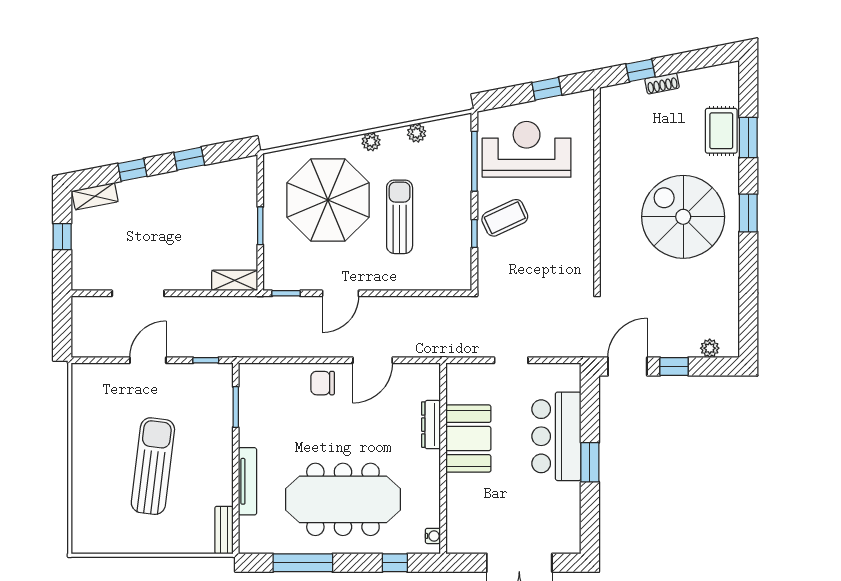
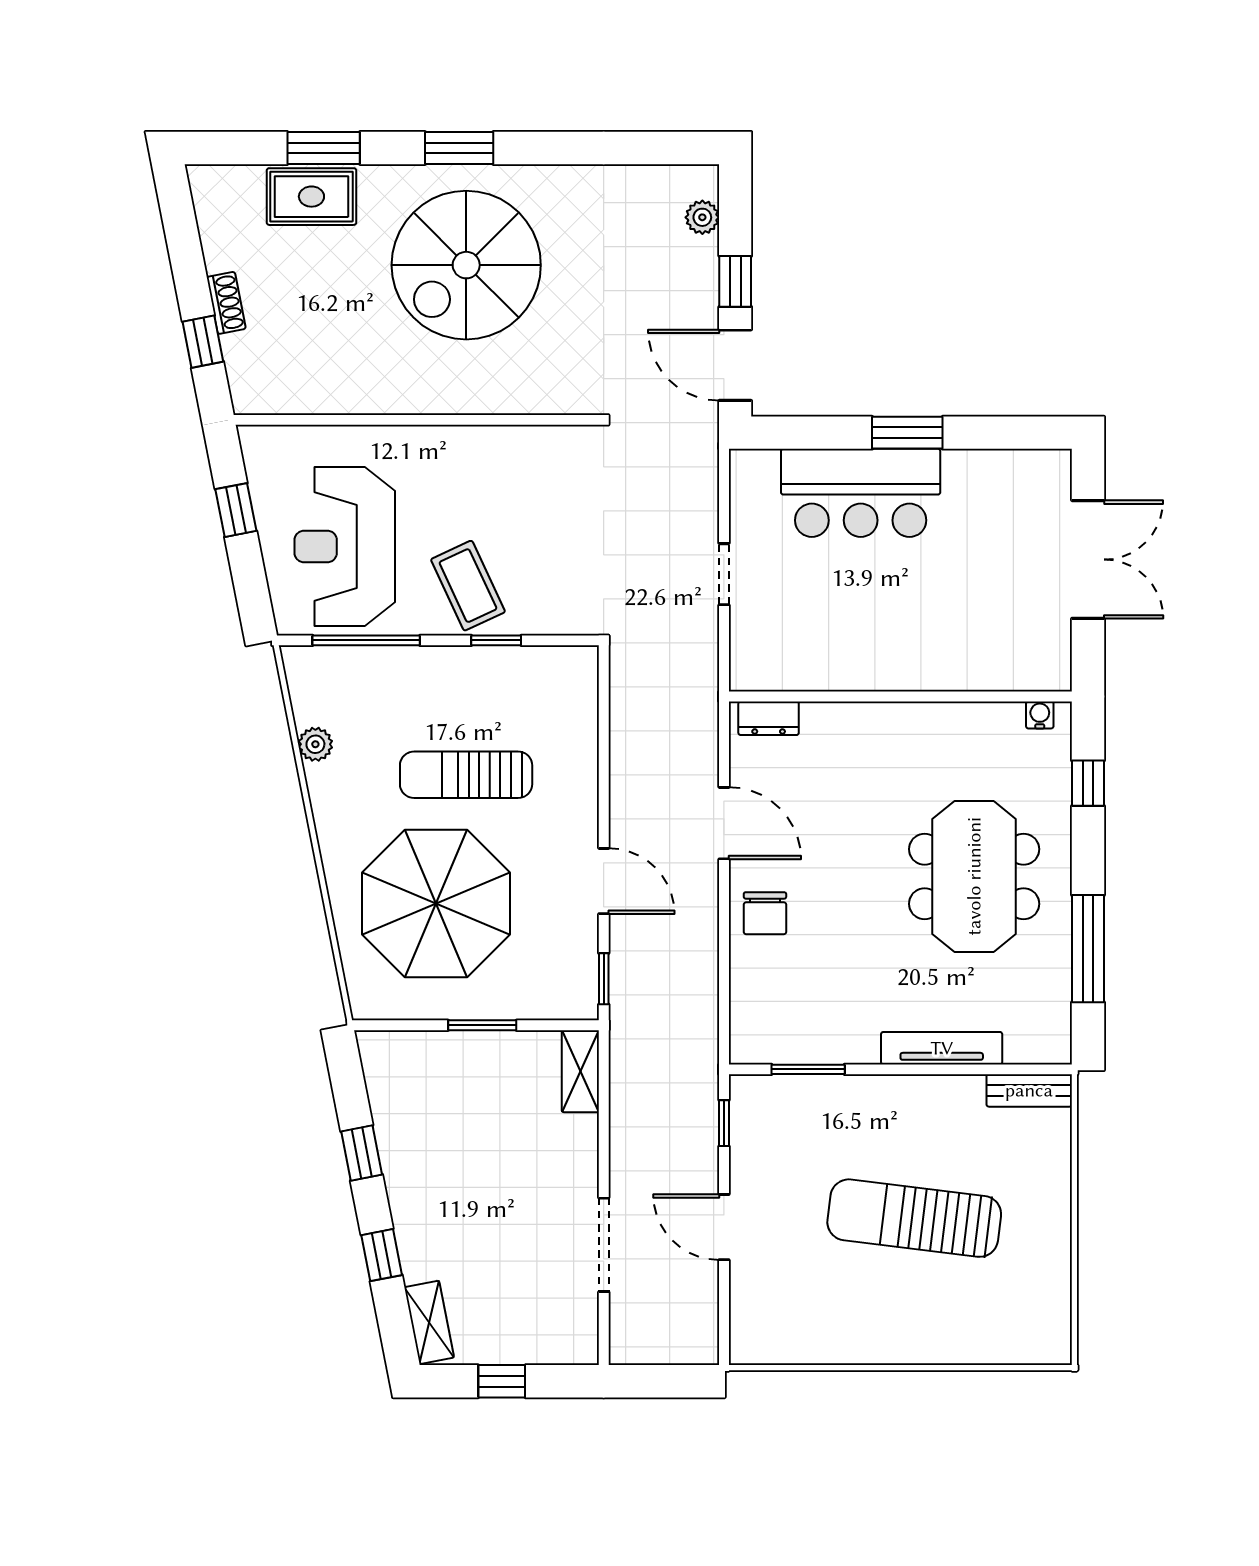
plant: (371, 142) -> (331, 826), removed
dresser: (431, 425) -> (769, 718), moved, width x0.70
booth: (468, 439) -> (865, 651), removed
meeting table: (343, 499) -> (974, 876), width x0.73

